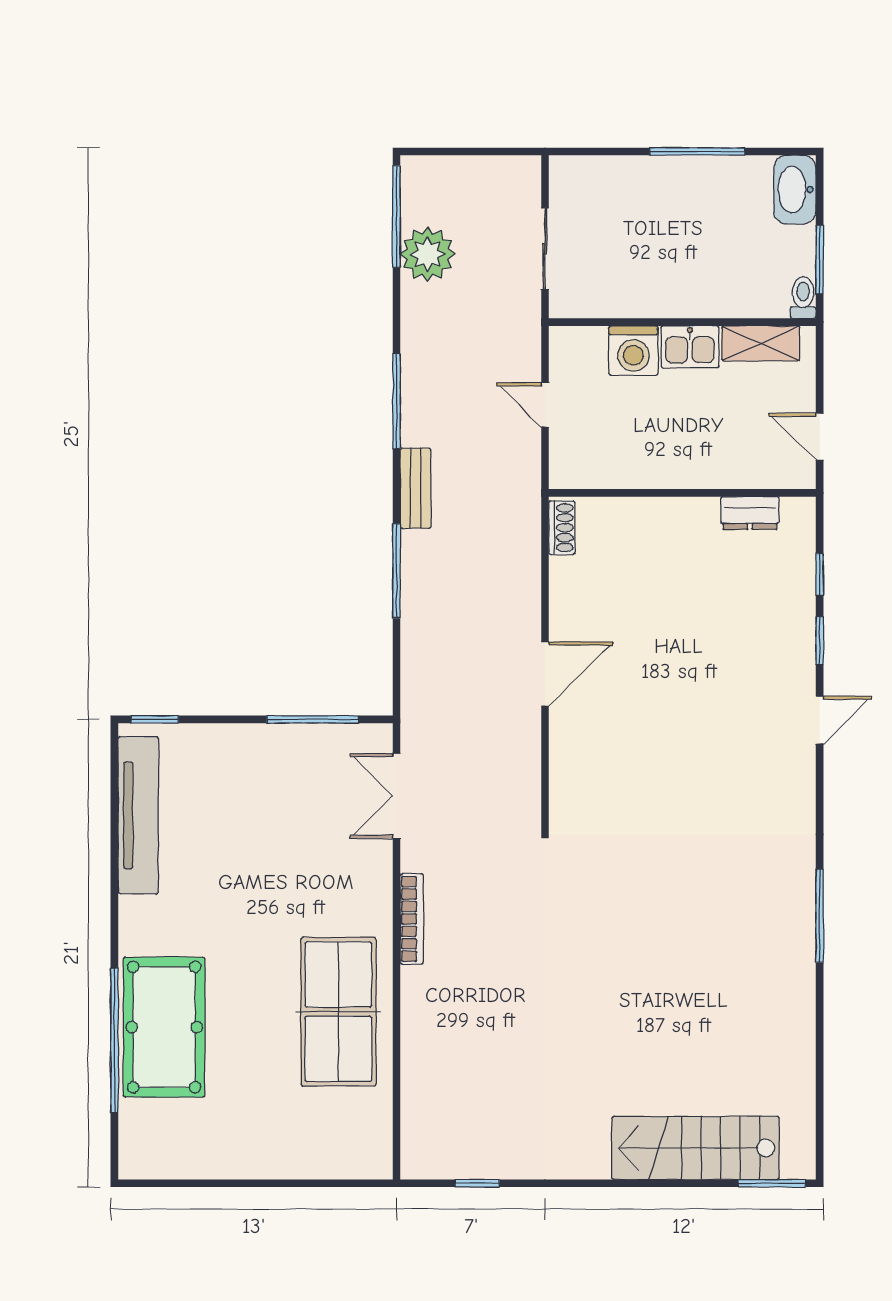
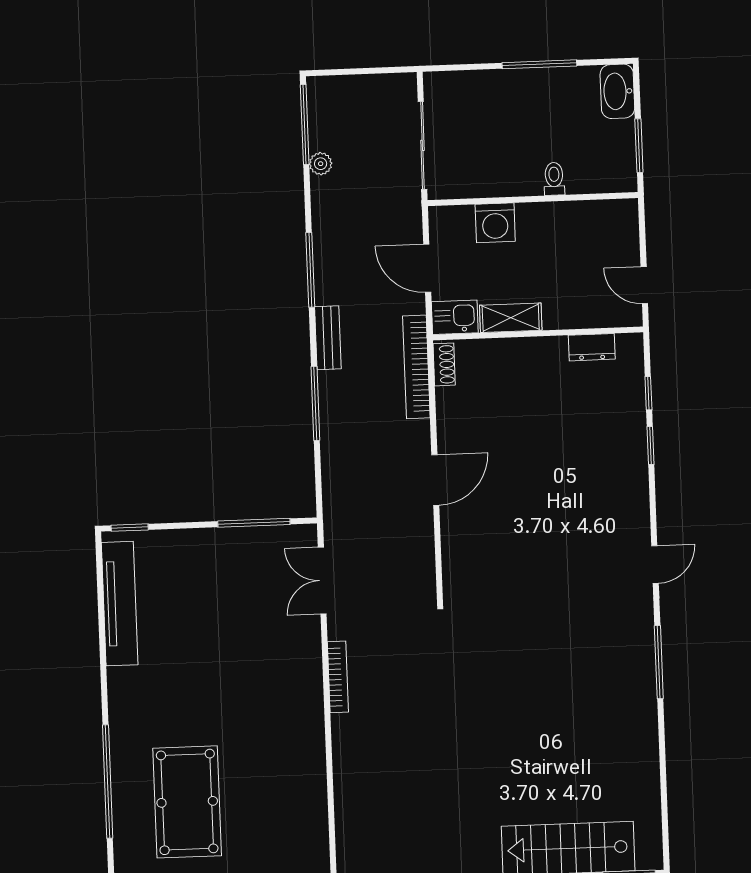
sliding door: (545, 249) -> (422, 145), width x1.37
plant: (428, 254) -> (321, 164), width x0.53, depth x0.53
toilet: (803, 298) -> (554, 179), moved
shelving: (761, 343) -> (511, 318), moved
kitchen sink: (690, 347) -> (455, 317), moved, turned 180
door: (545, 405) -> (427, 268), width x1.38
bookcase: (526, 529) -> (416, 367), added
door: (820, 720) -> (655, 565), moved
table tennis table: (338, 1012) -> (283, 752), removed
pool table: (164, 1027) -> (187, 802), moved

